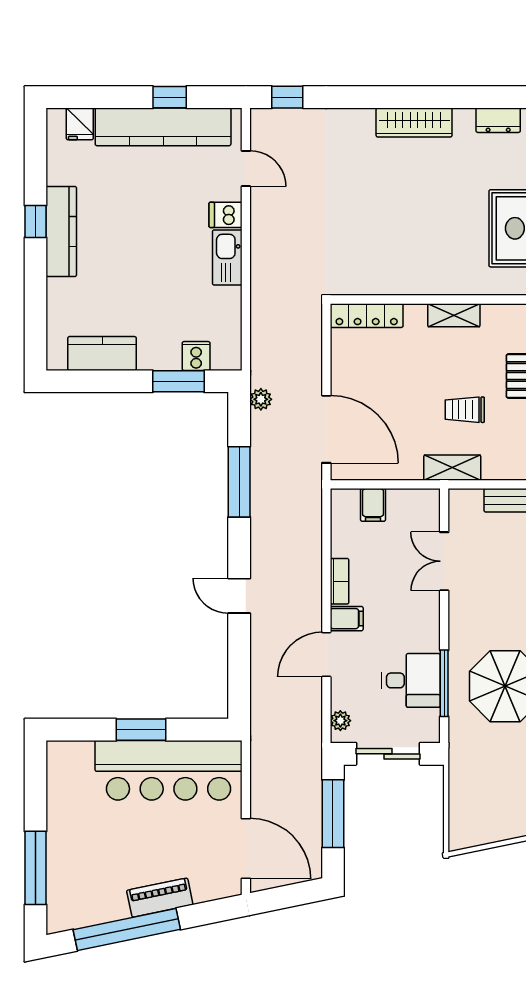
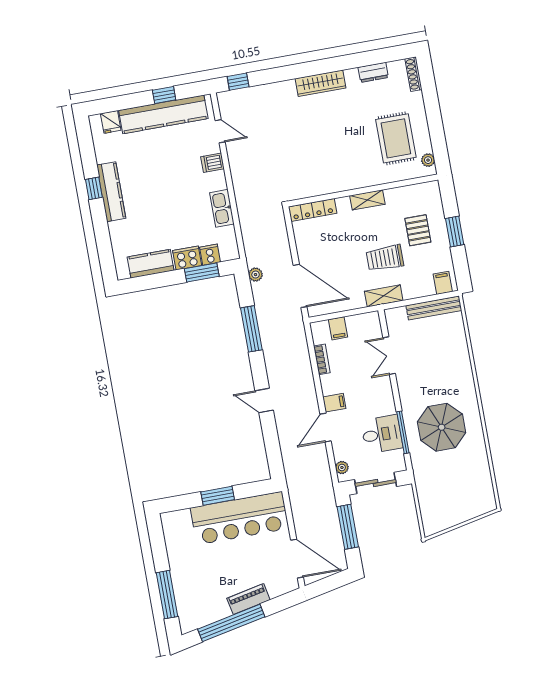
kitchen sink: (227, 257) -> (222, 208), moved
cooker: (160, 355) -> (187, 258), added
trolley: (465, 410) -> (385, 258), width x1.36, depth x1.39
bookcase: (339, 581) -> (322, 359), moved

